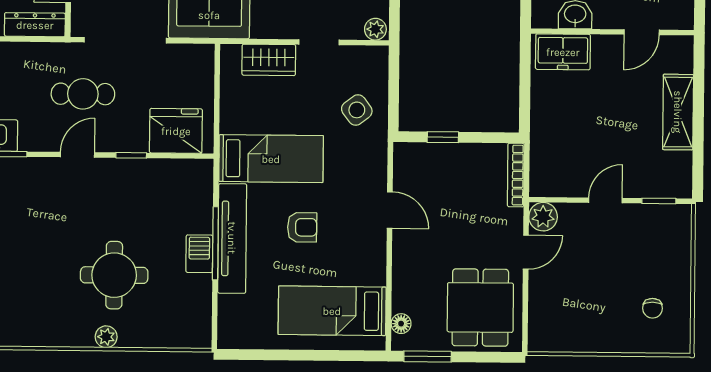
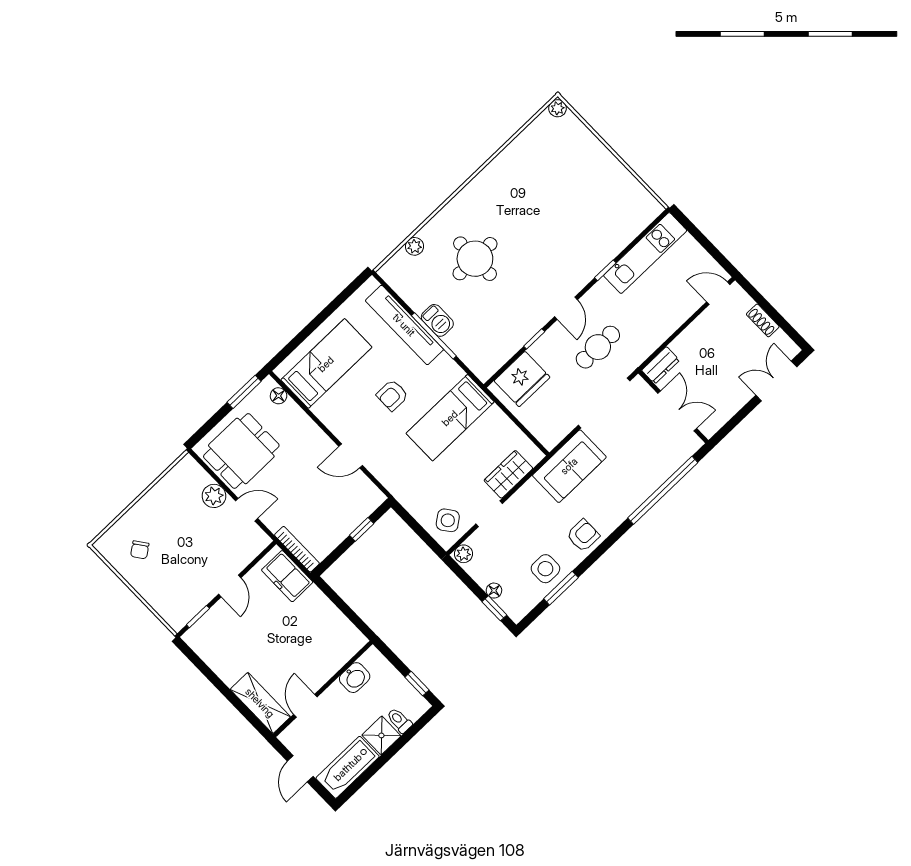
dresser: (35, 25) -> (661, 365), width x0.70
freezer: (563, 52) -> (287, 576), moved, turned -90
side table: (357, 110) -> (448, 520), moved
shelving: (678, 112) -> (260, 703), moved
plant: (543, 217) -> (214, 496), moved
tv unit: (232, 238) -> (404, 325), moved
door: (526, 252) -> (247, 510), swing flipped
dining table: (480, 307) -> (241, 451), turned 90
chair: (653, 308) -> (140, 550), turned -126
plant: (106, 337) -> (414, 246), moved

